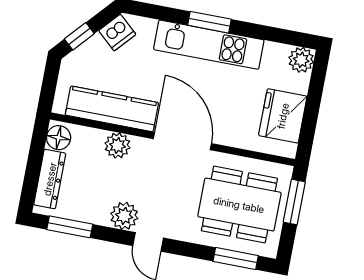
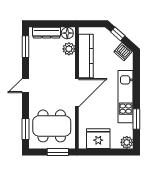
window: (209, 22) -> (136, 119), moved
plant: (117, 145) -> (69, 49), moved
dining table: (239, 205) -> (52, 126), turned 90
plant: (124, 216) -> (36, 72), removed

